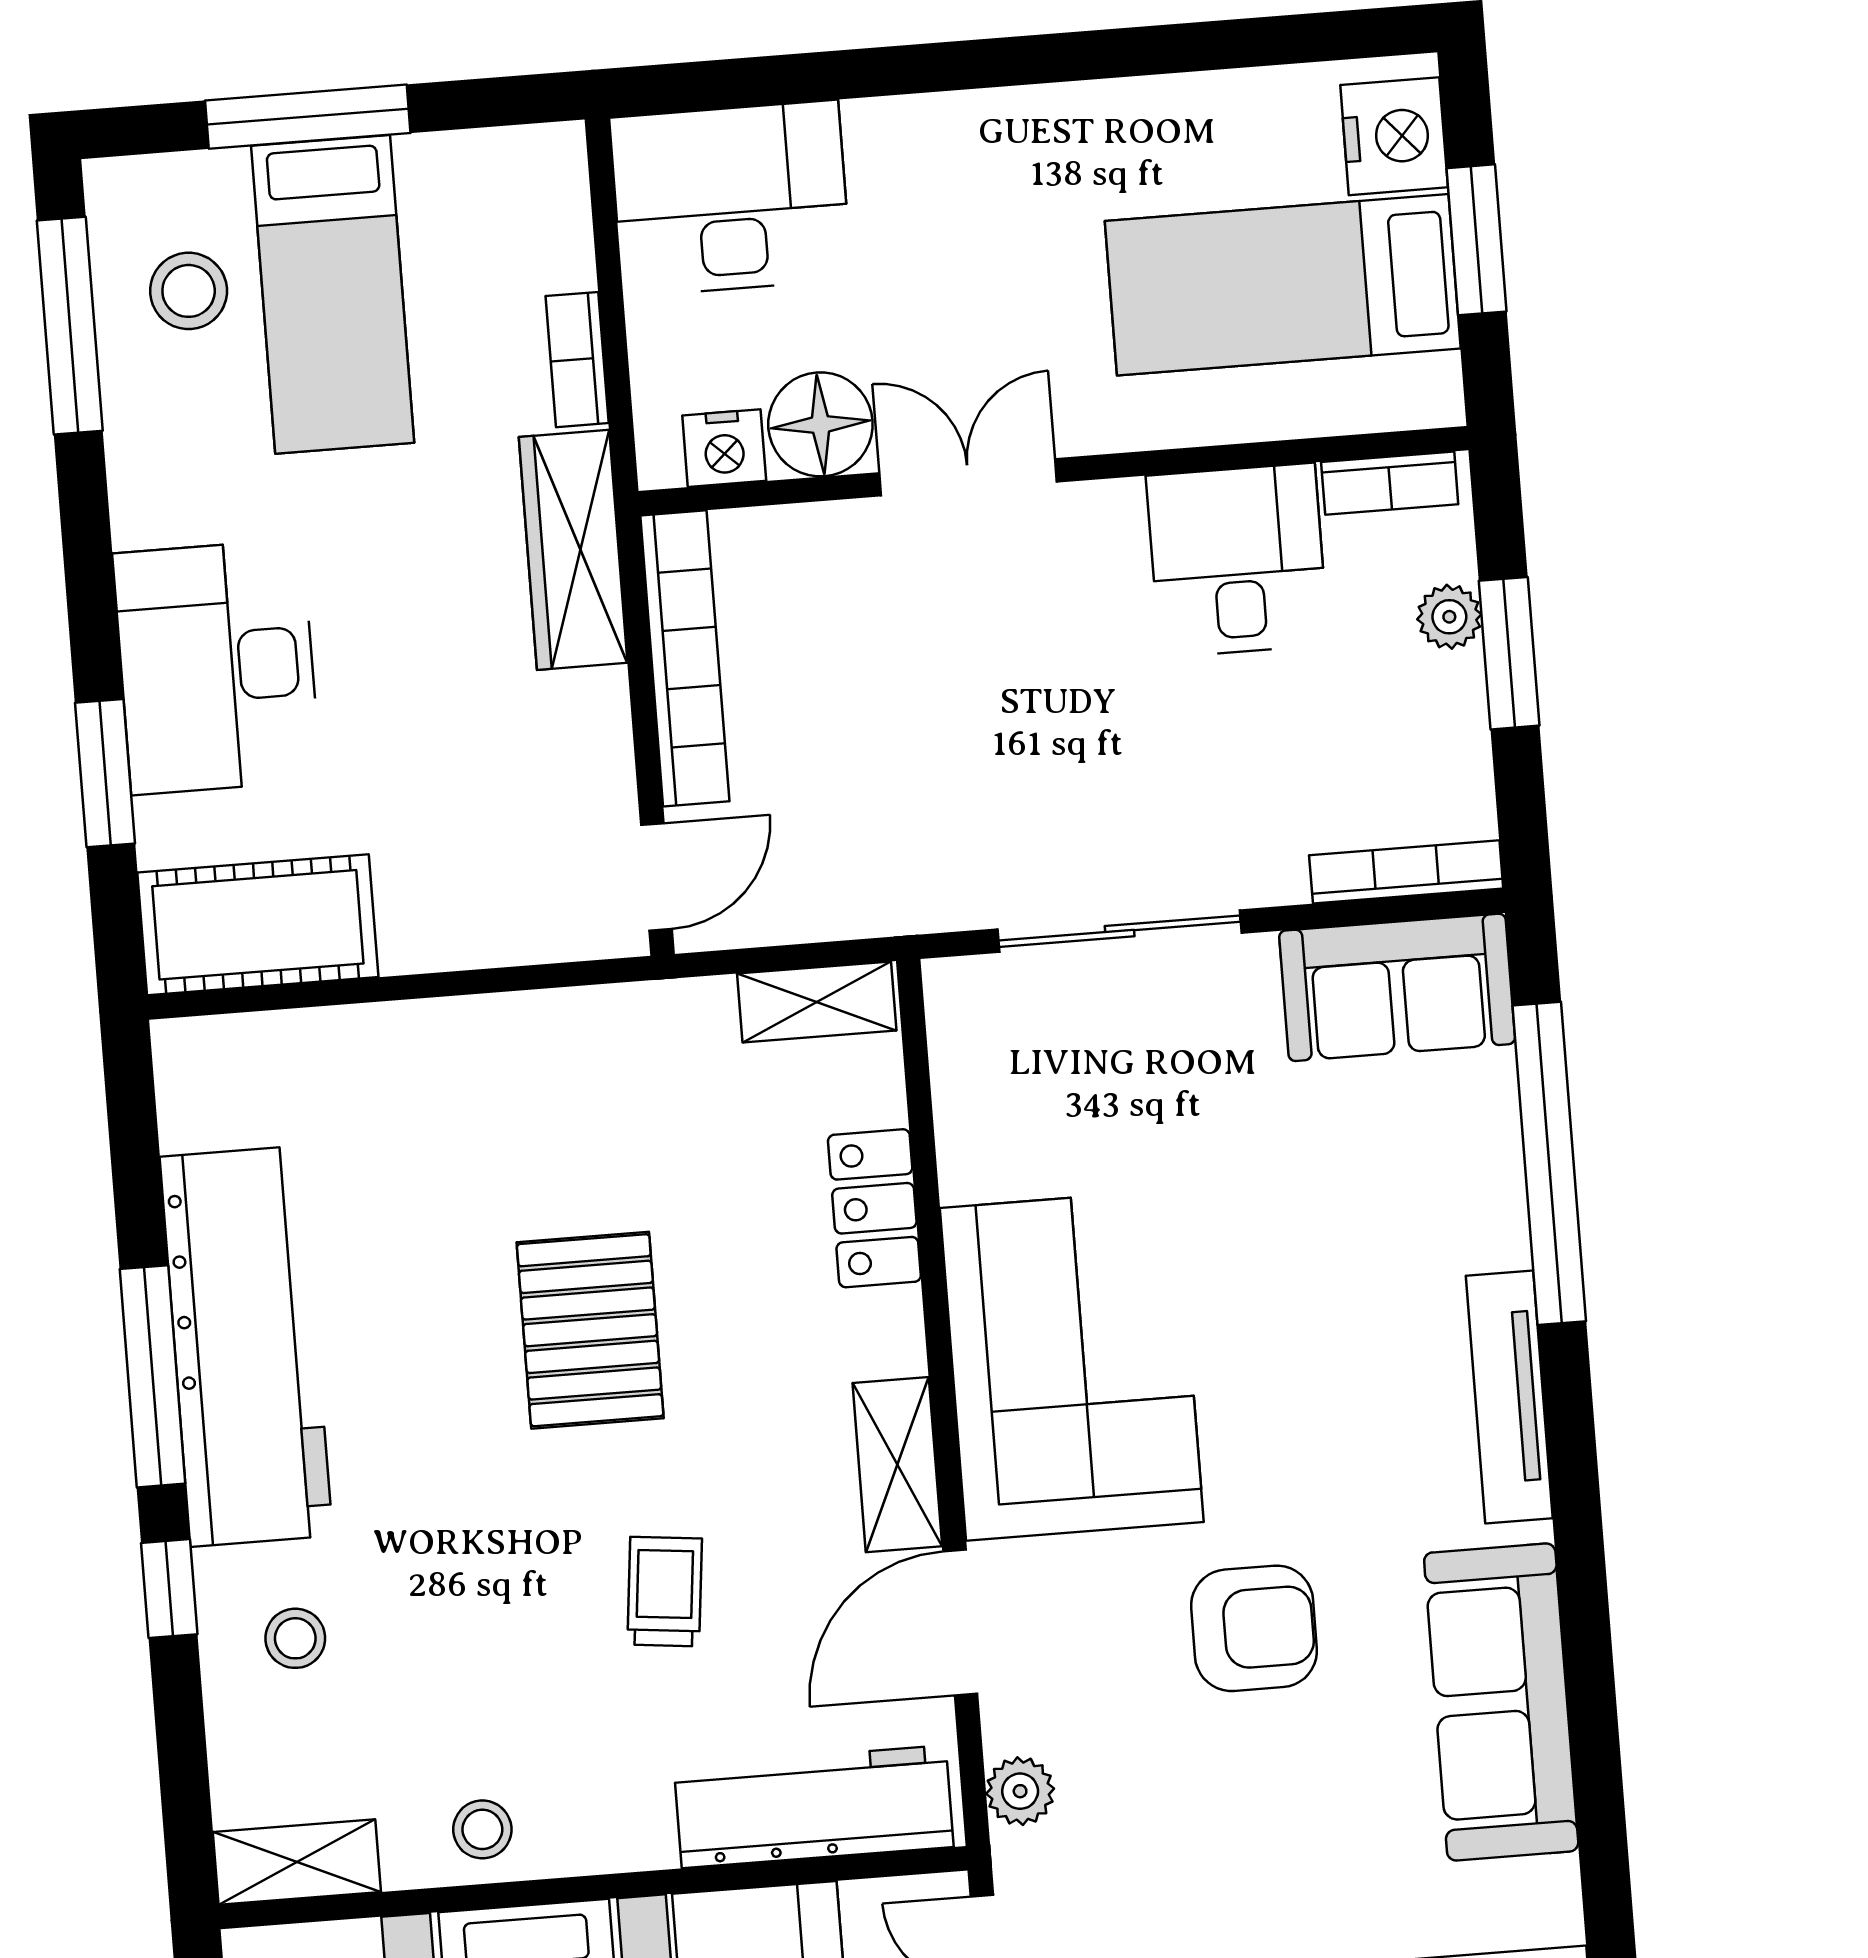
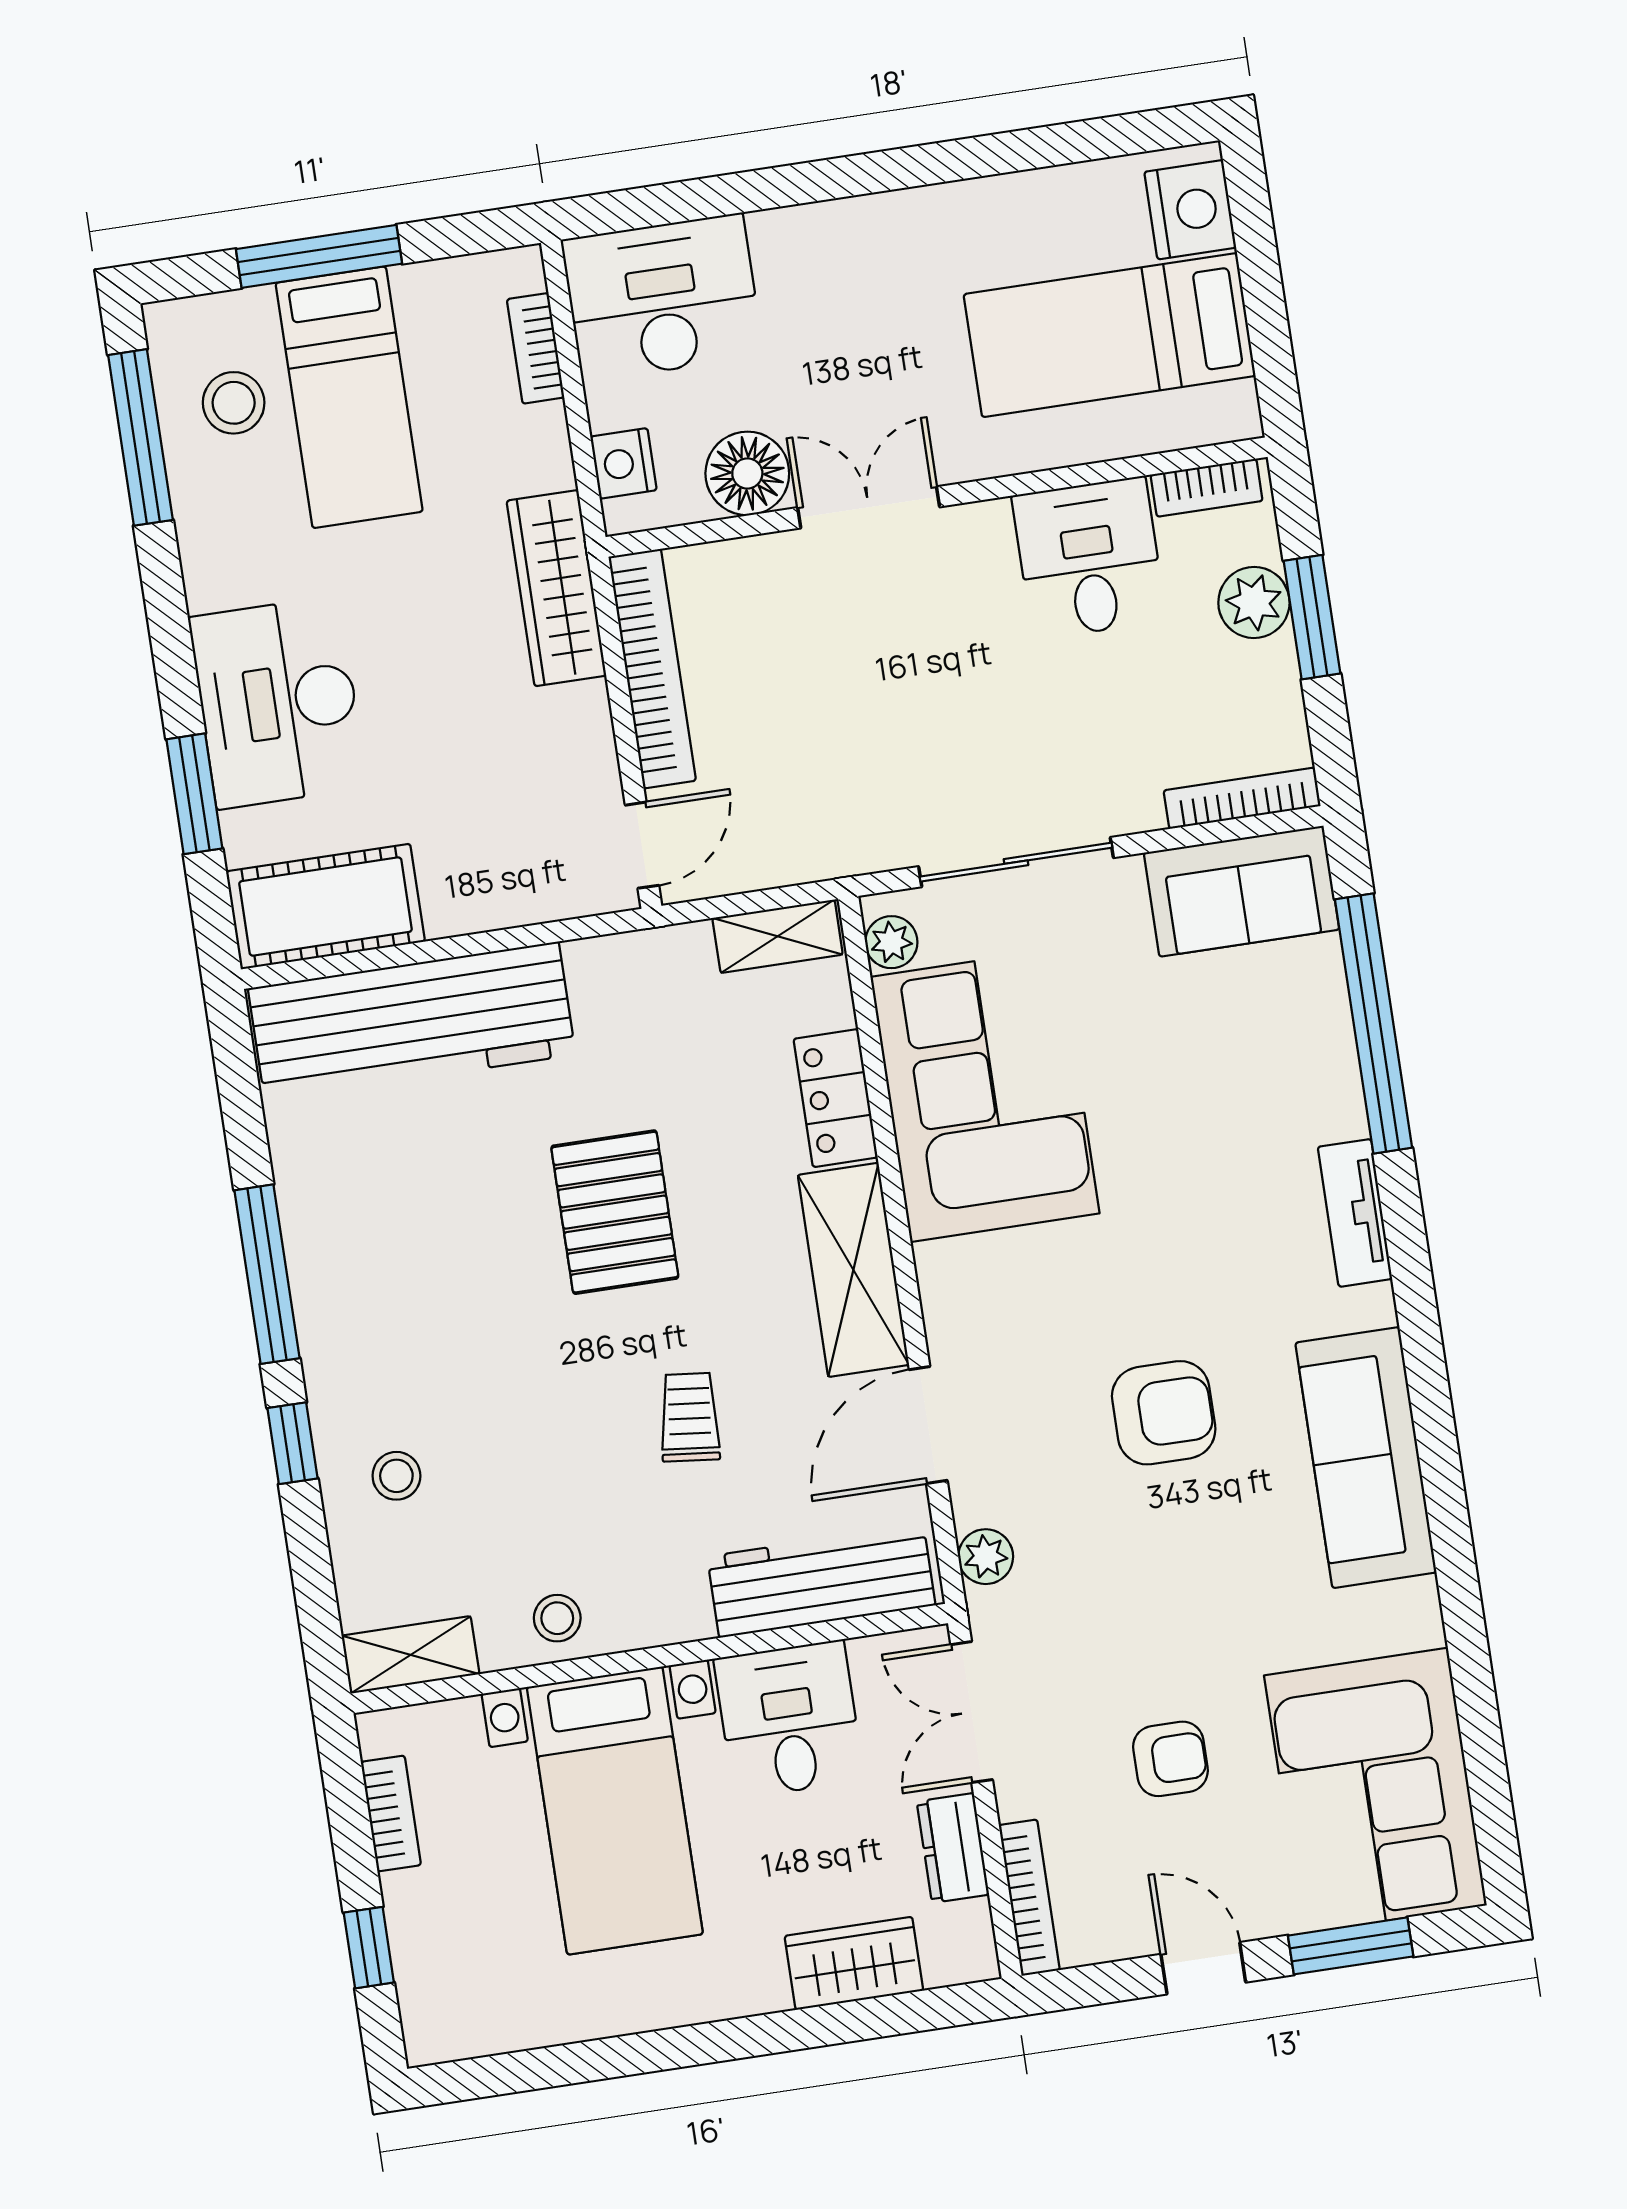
window: (1477, 240) -> (1262, 288), removed
bookcase: (577, 360) -> (536, 348), moved
nightstand: (724, 448) -> (623, 463), moved, turned 90
plant: (1449, 617) -> (1254, 602), width x1.38, depth x1.38
plant: (958, 1019) -> (891, 942), added
workbench: (246, 1346) -> (412, 1021), moved, turned 90
corner sofa: (1072, 1365) -> (985, 1095), moved
tv unit: (1509, 1397) -> (1355, 1213), width x0.71
shelving: (897, 1465) -> (853, 1270), width x1.50, depth x1.33

